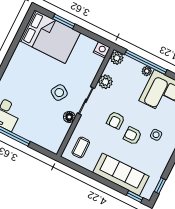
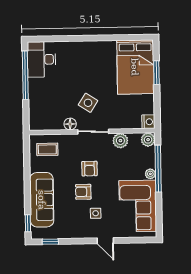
armchair: (116, 120) -> (90, 169), turned -90
armchair: (132, 136) -> (83, 192), turned -90

